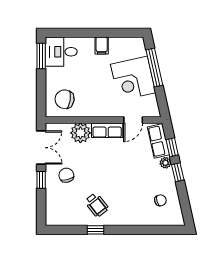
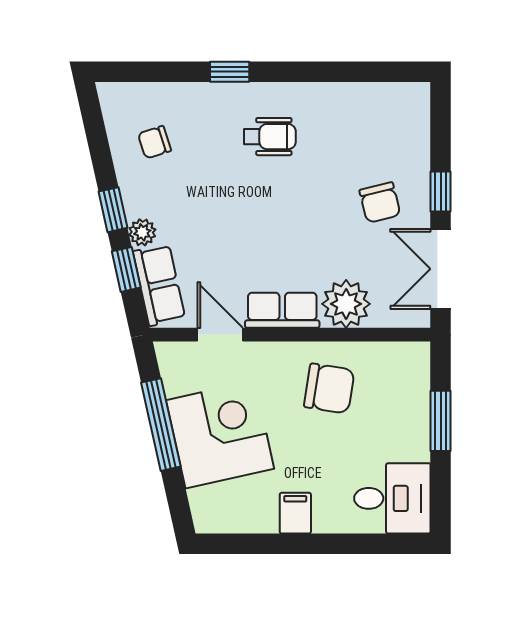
window: (41, 56) -> (441, 421), moved
window: (154, 67) -> (161, 425), moved
chair: (65, 99) -> (329, 388), moved
door: (133, 120) -> (220, 335), hinge flipped
wheelchair: (97, 205) -> (270, 137), moved, turned 128
window: (96, 230) -> (230, 72), moved

